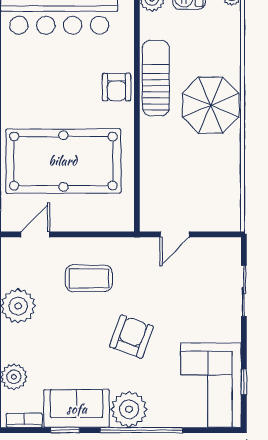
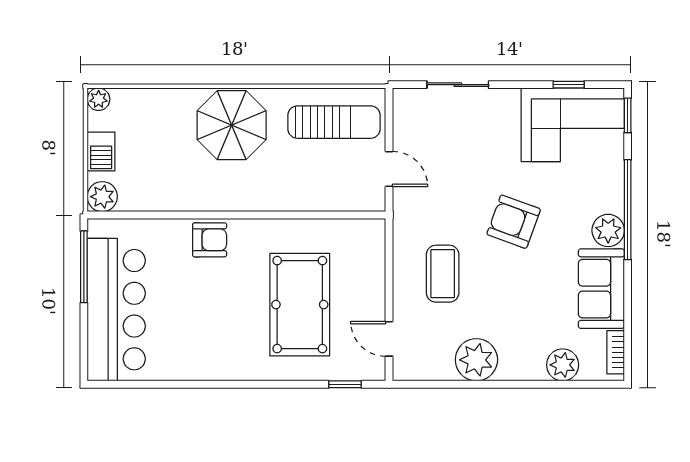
sun lounger: (156, 78) -> (334, 122), moved, turned 180
pool table: (63, 161) -> (300, 305), width x0.73, depth x0.76
plant: (129, 409) -> (608, 230), width x0.73, depth x0.73
window: (65, 430) -> (628, 115), moved

